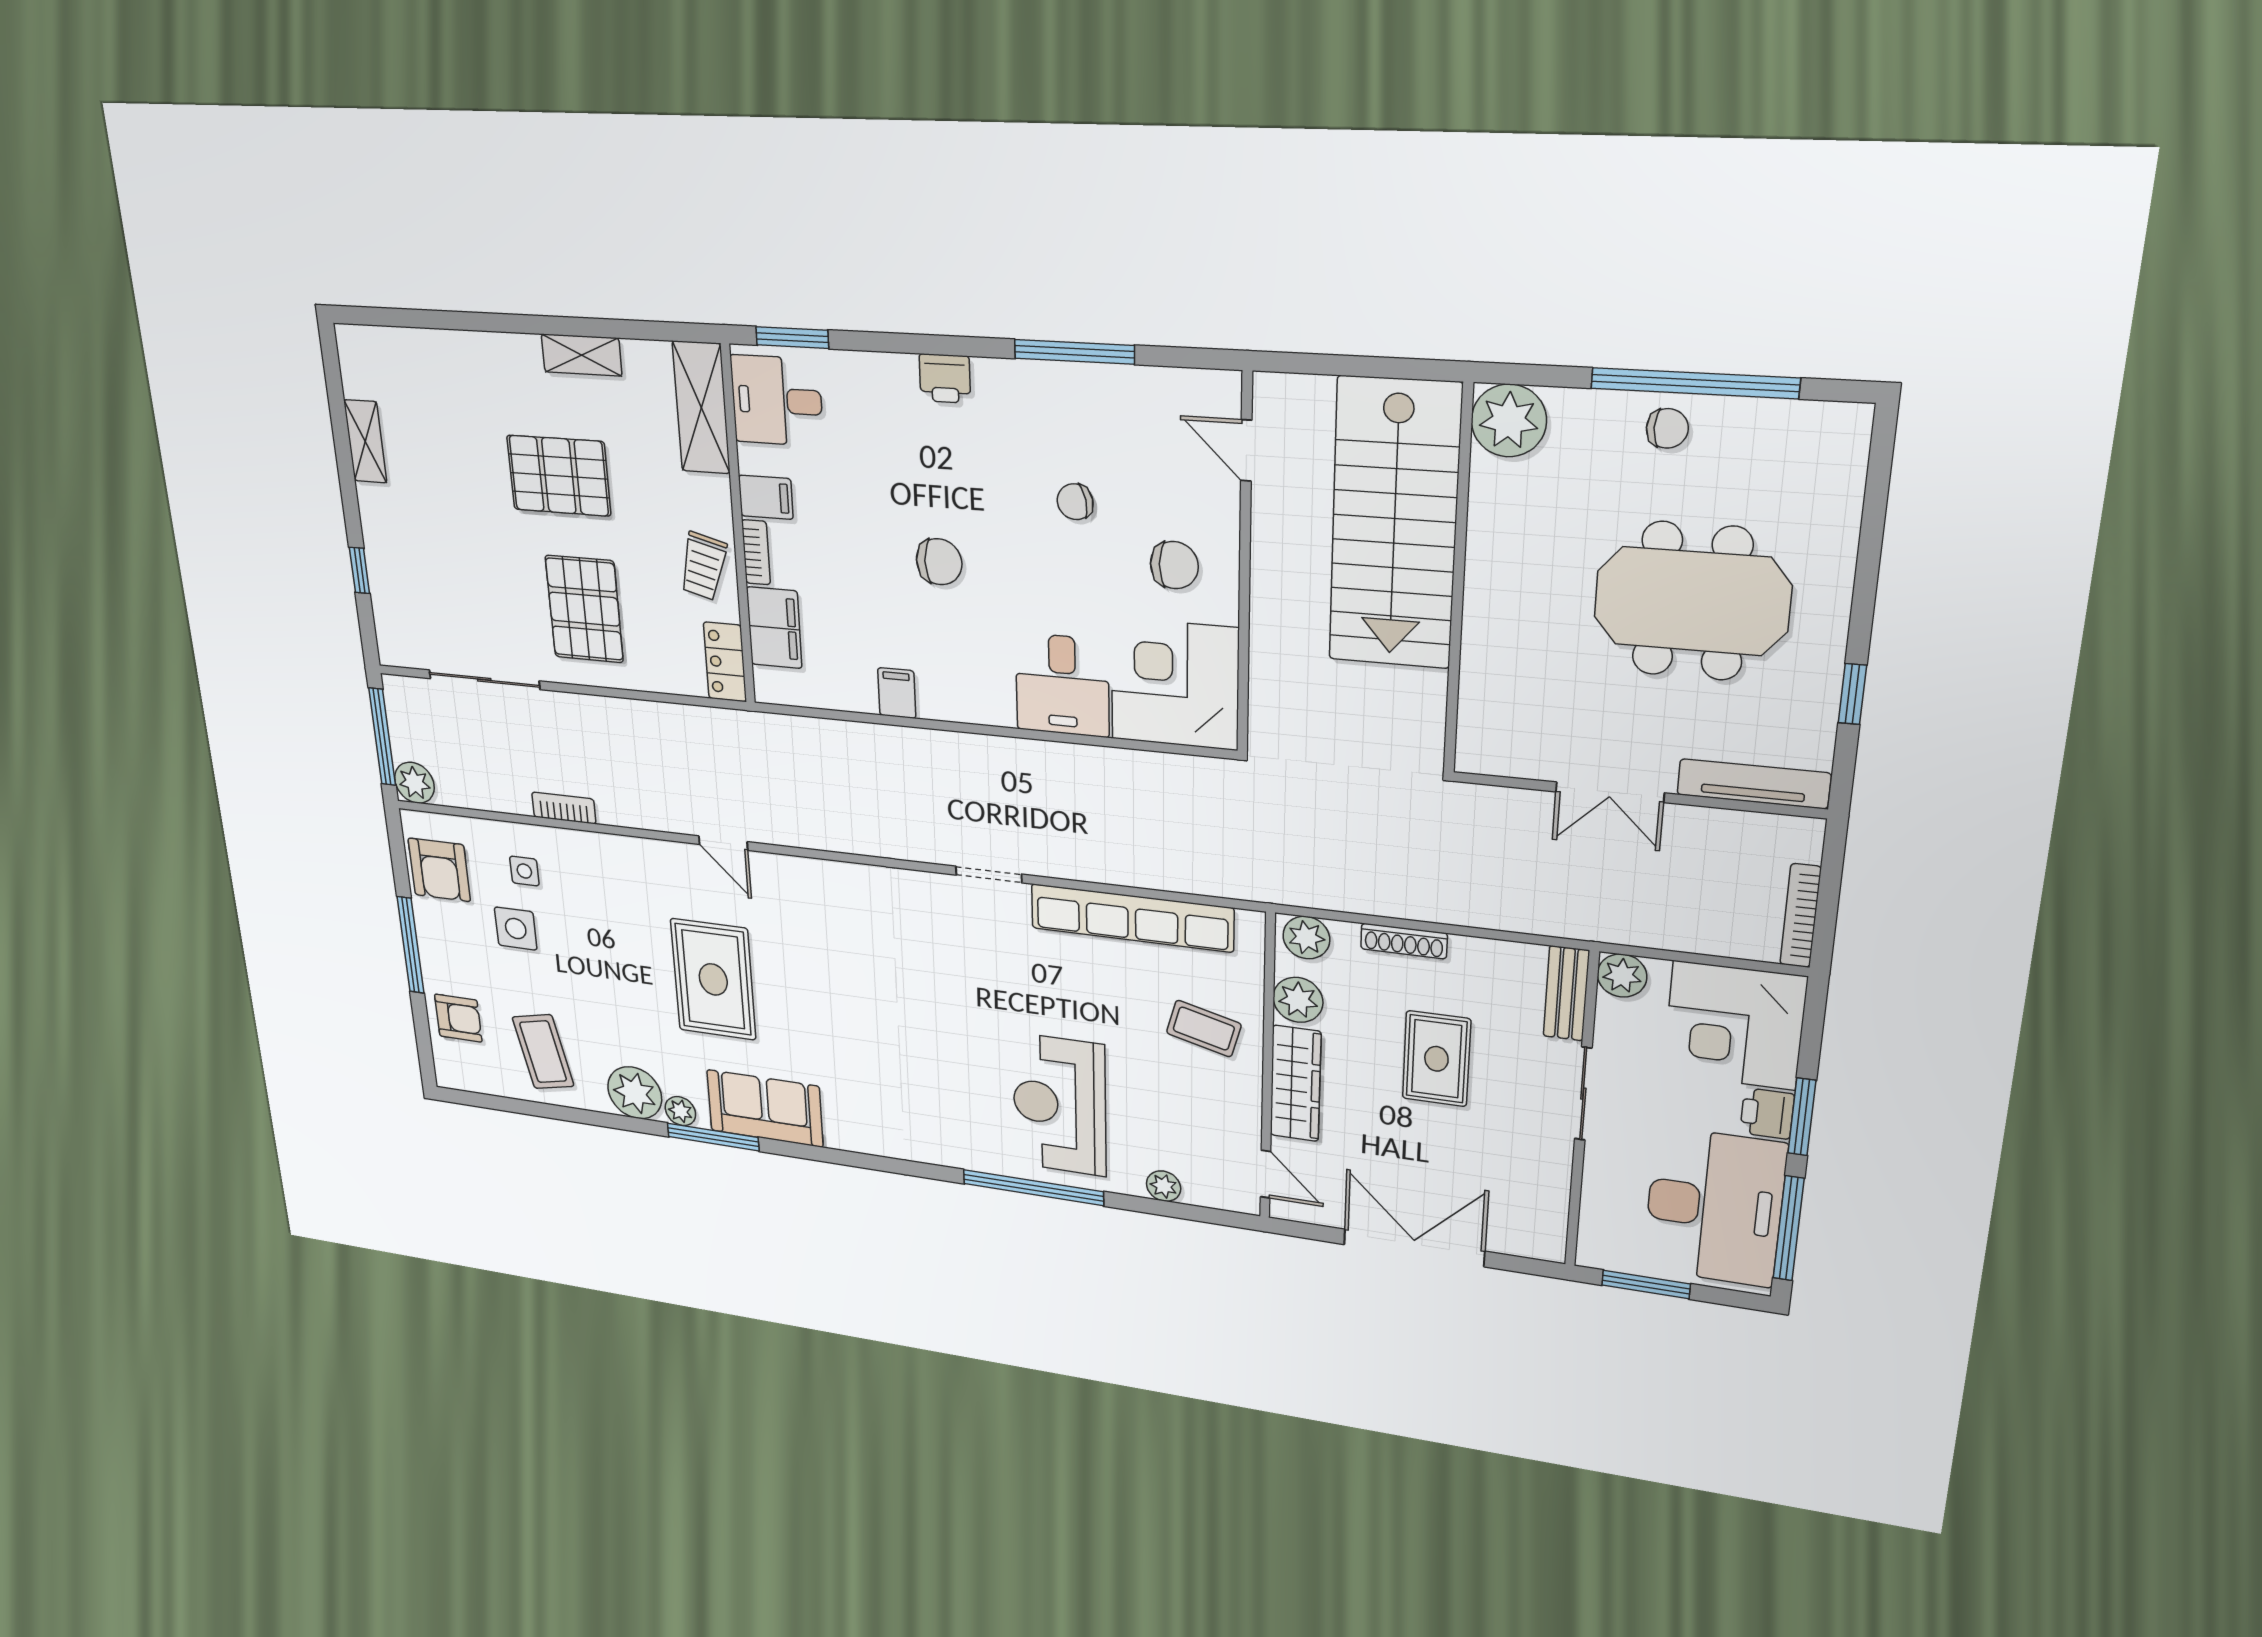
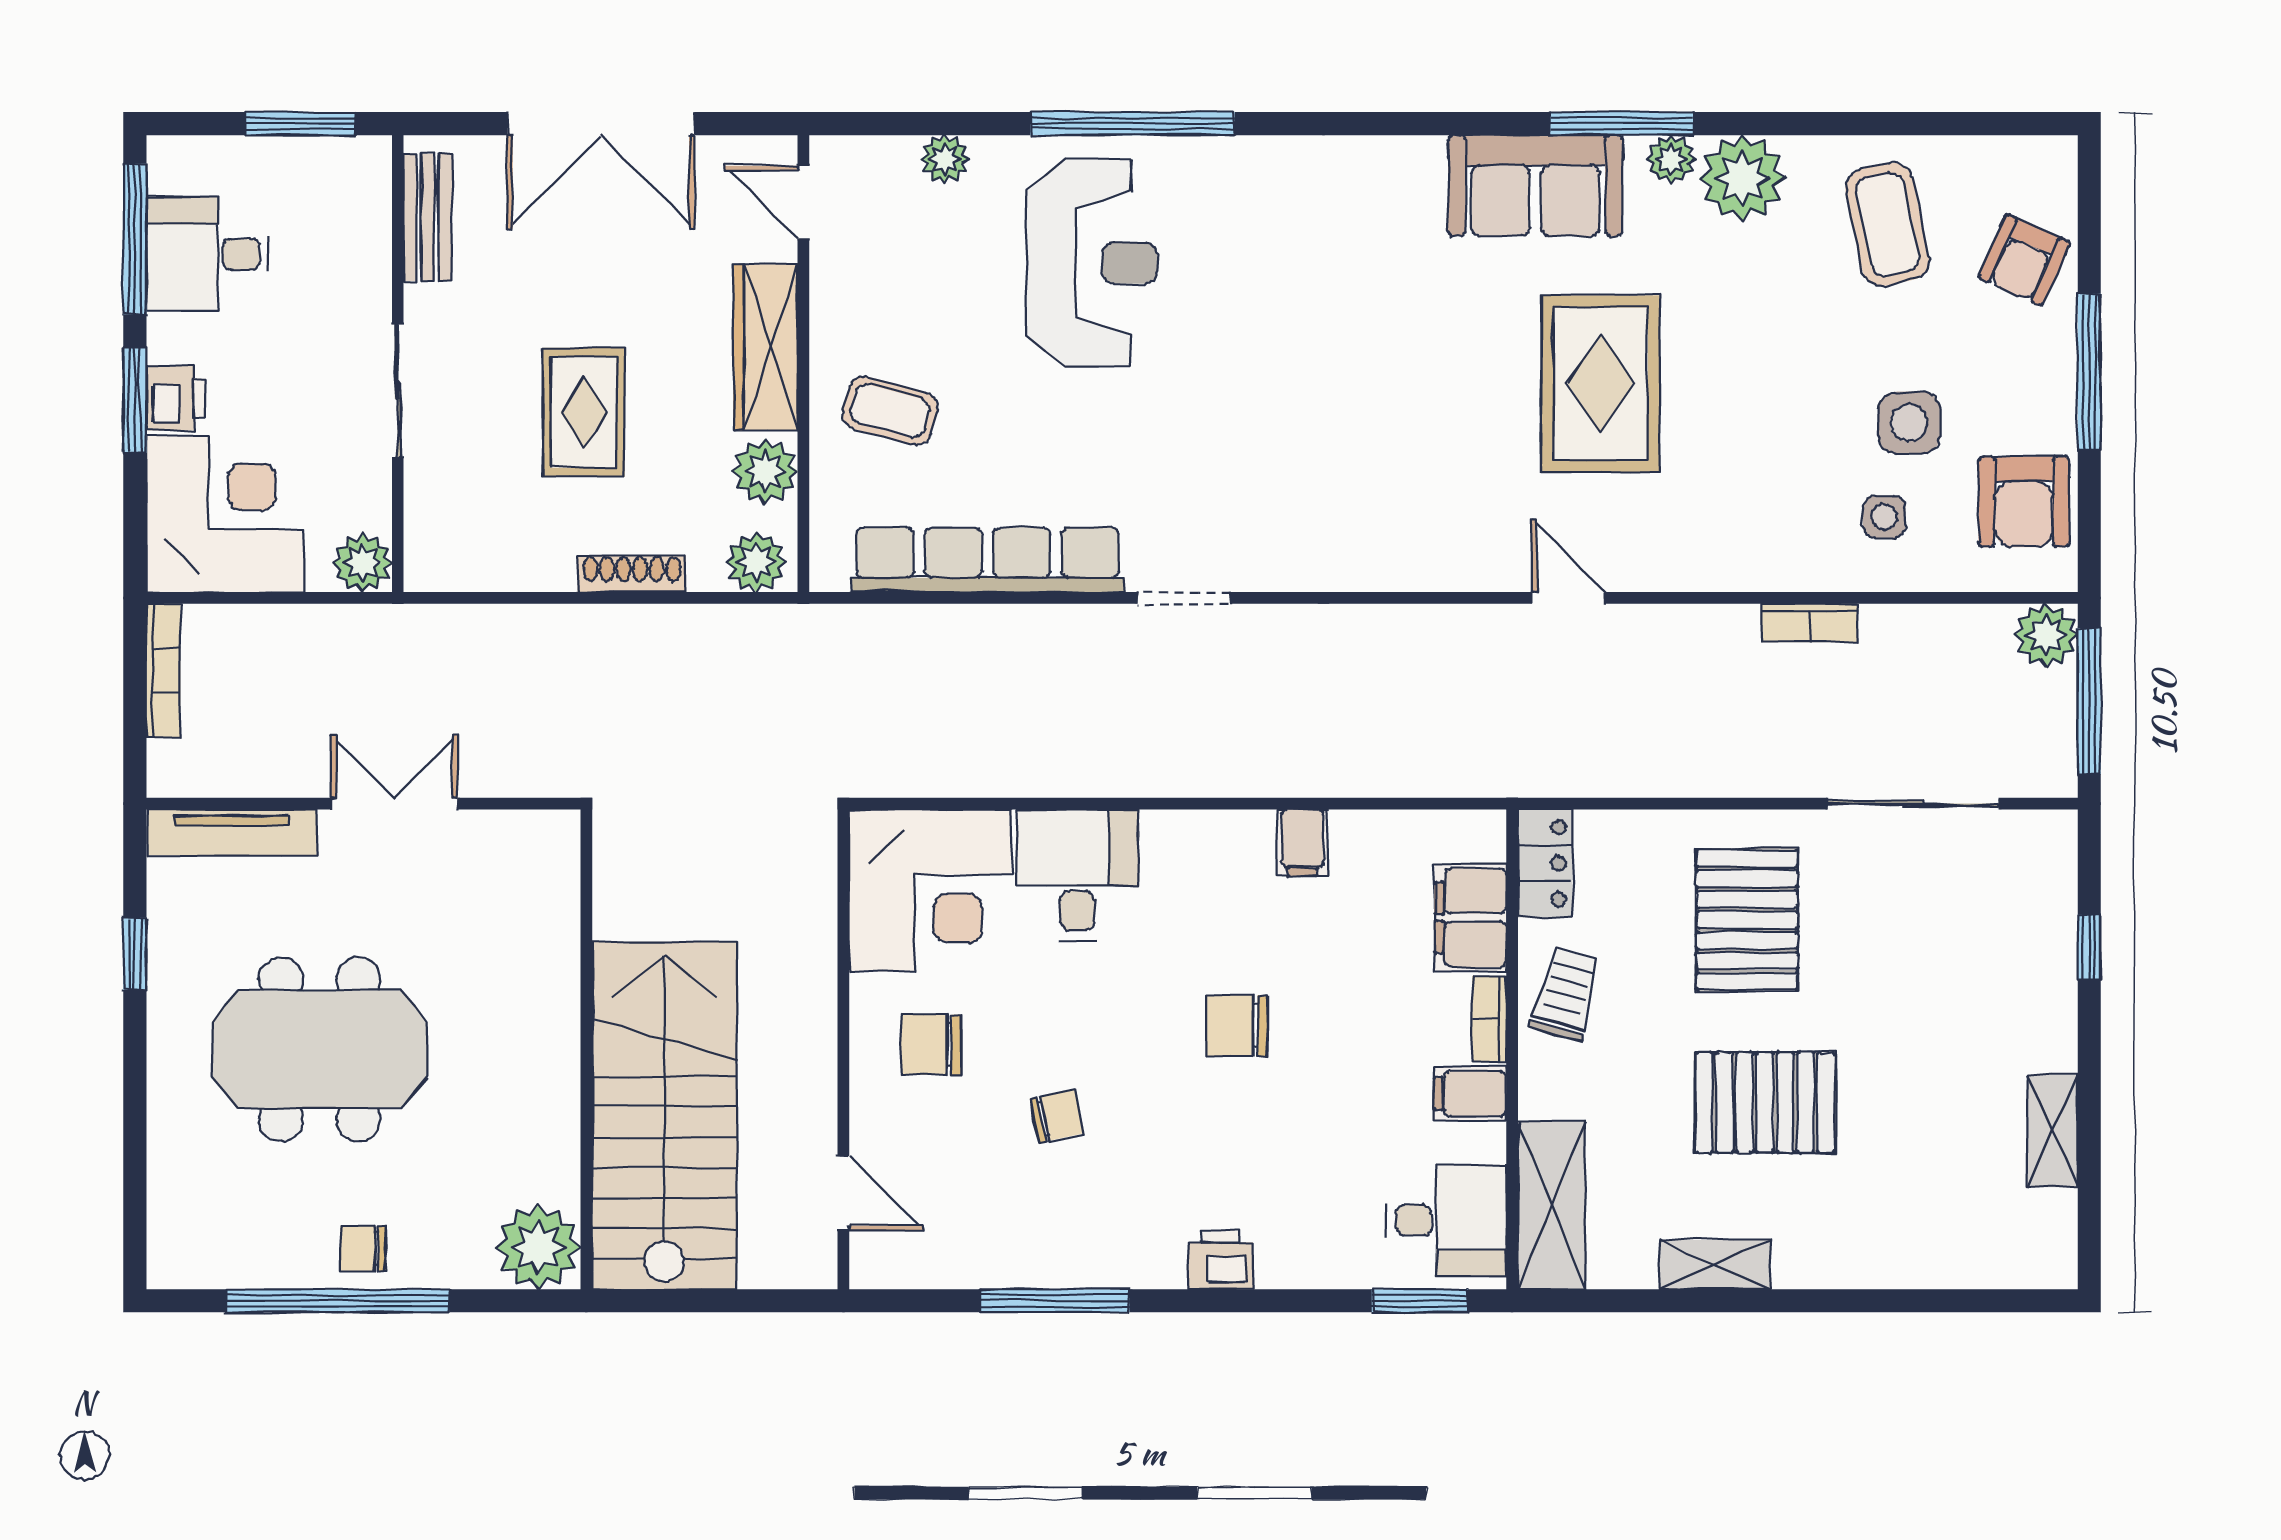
armchair: (439, 870) -> (2024, 502), turned 180
bench: (1566, 993) -> (428, 217), moved
armchair: (458, 1018) -> (2024, 260), turned -66
desk: (1714, 1207) -> (208, 254), width x0.53, depth x0.77

